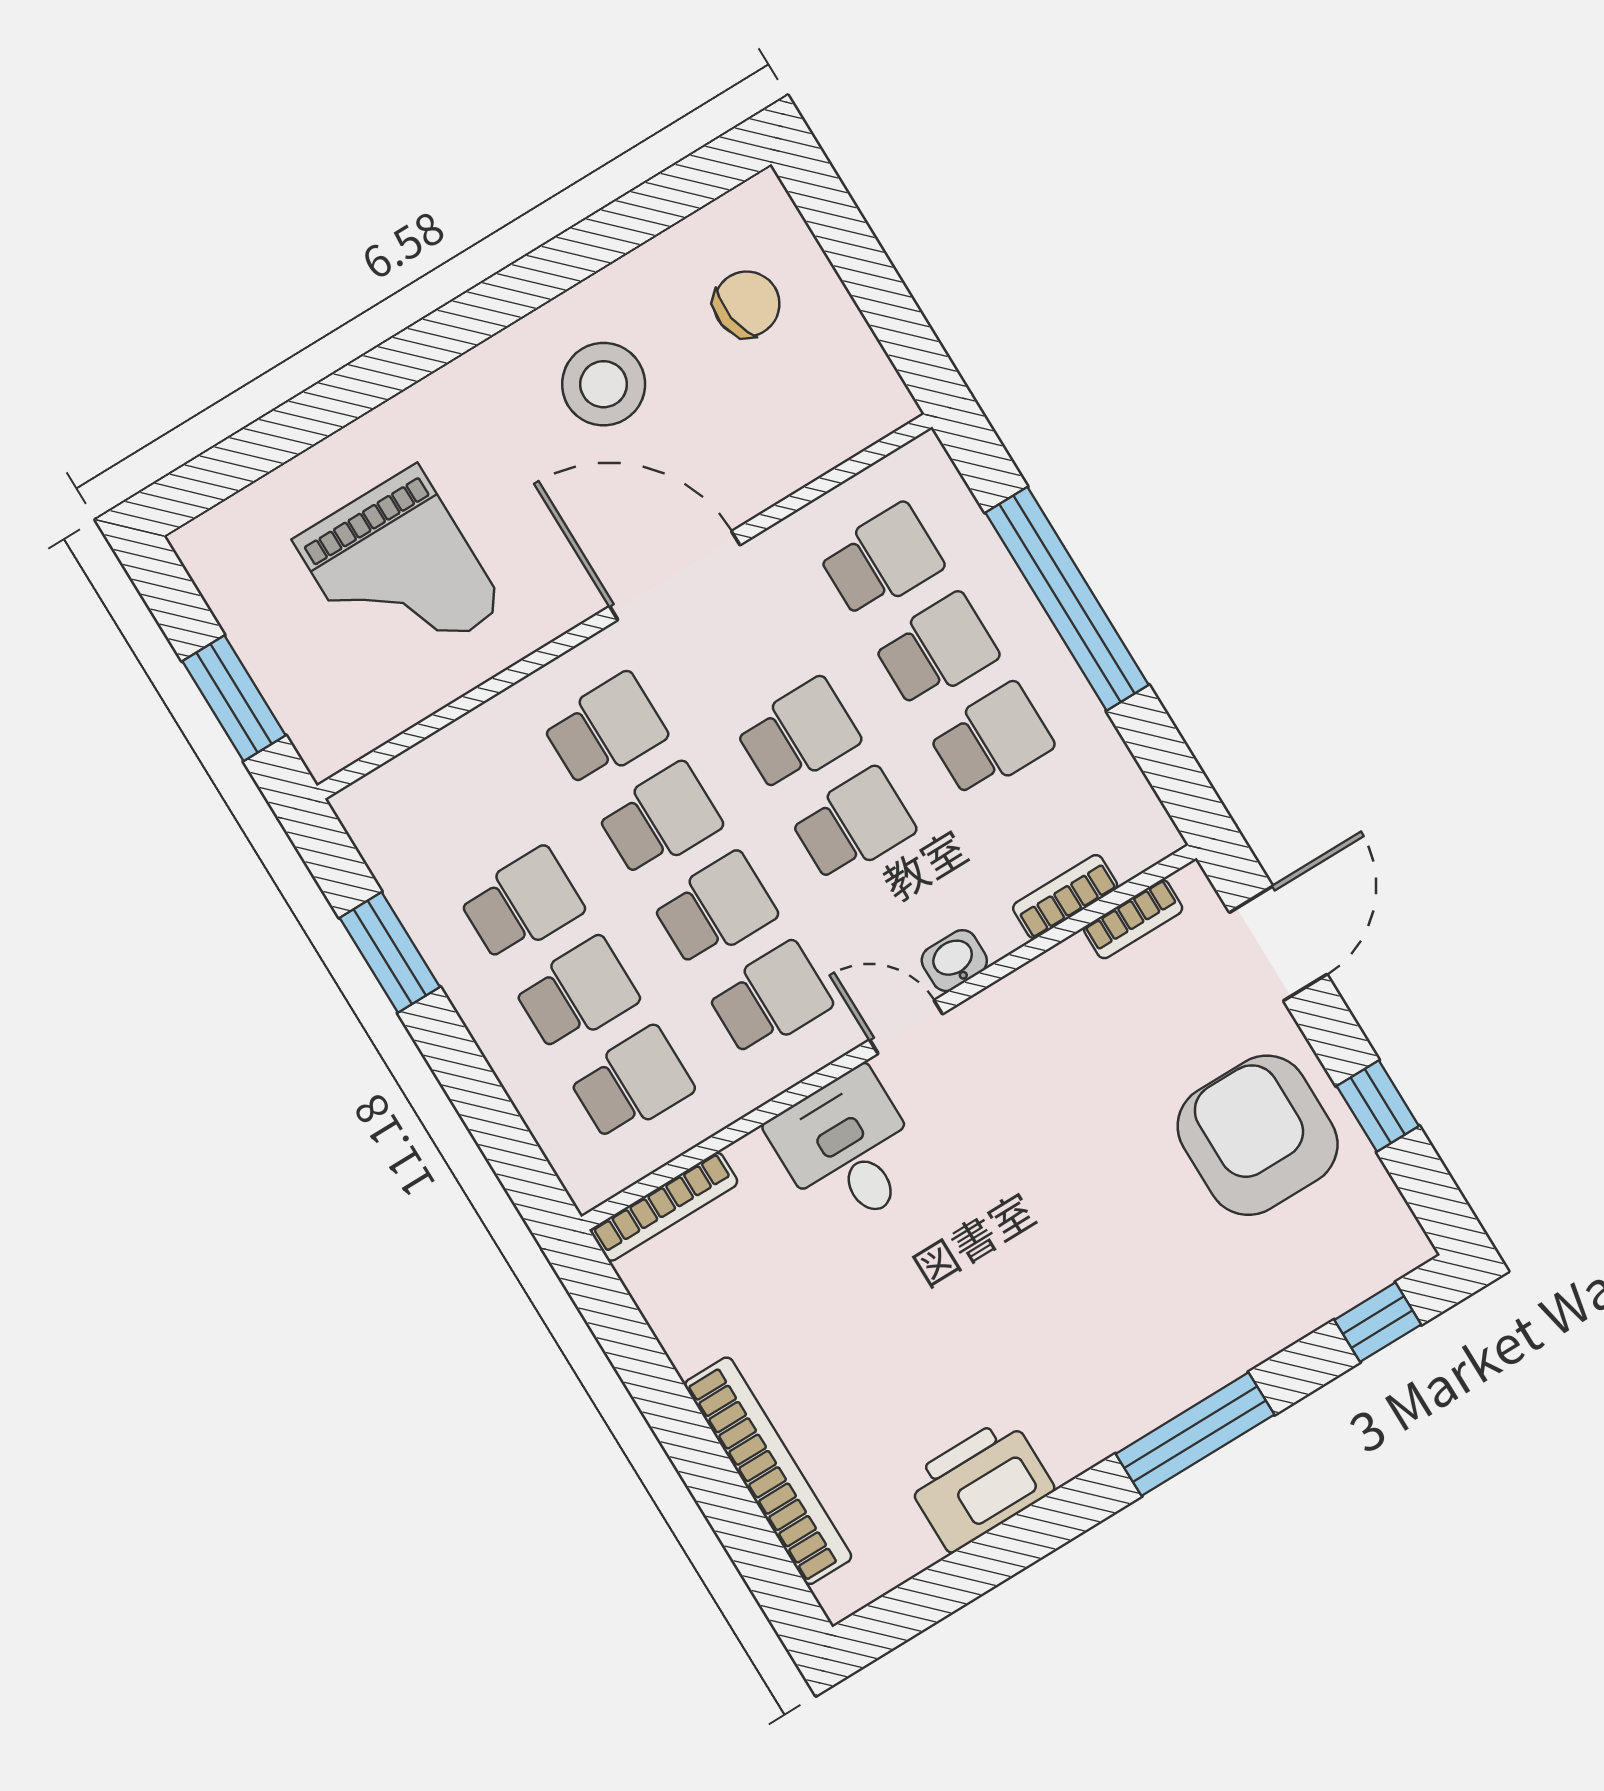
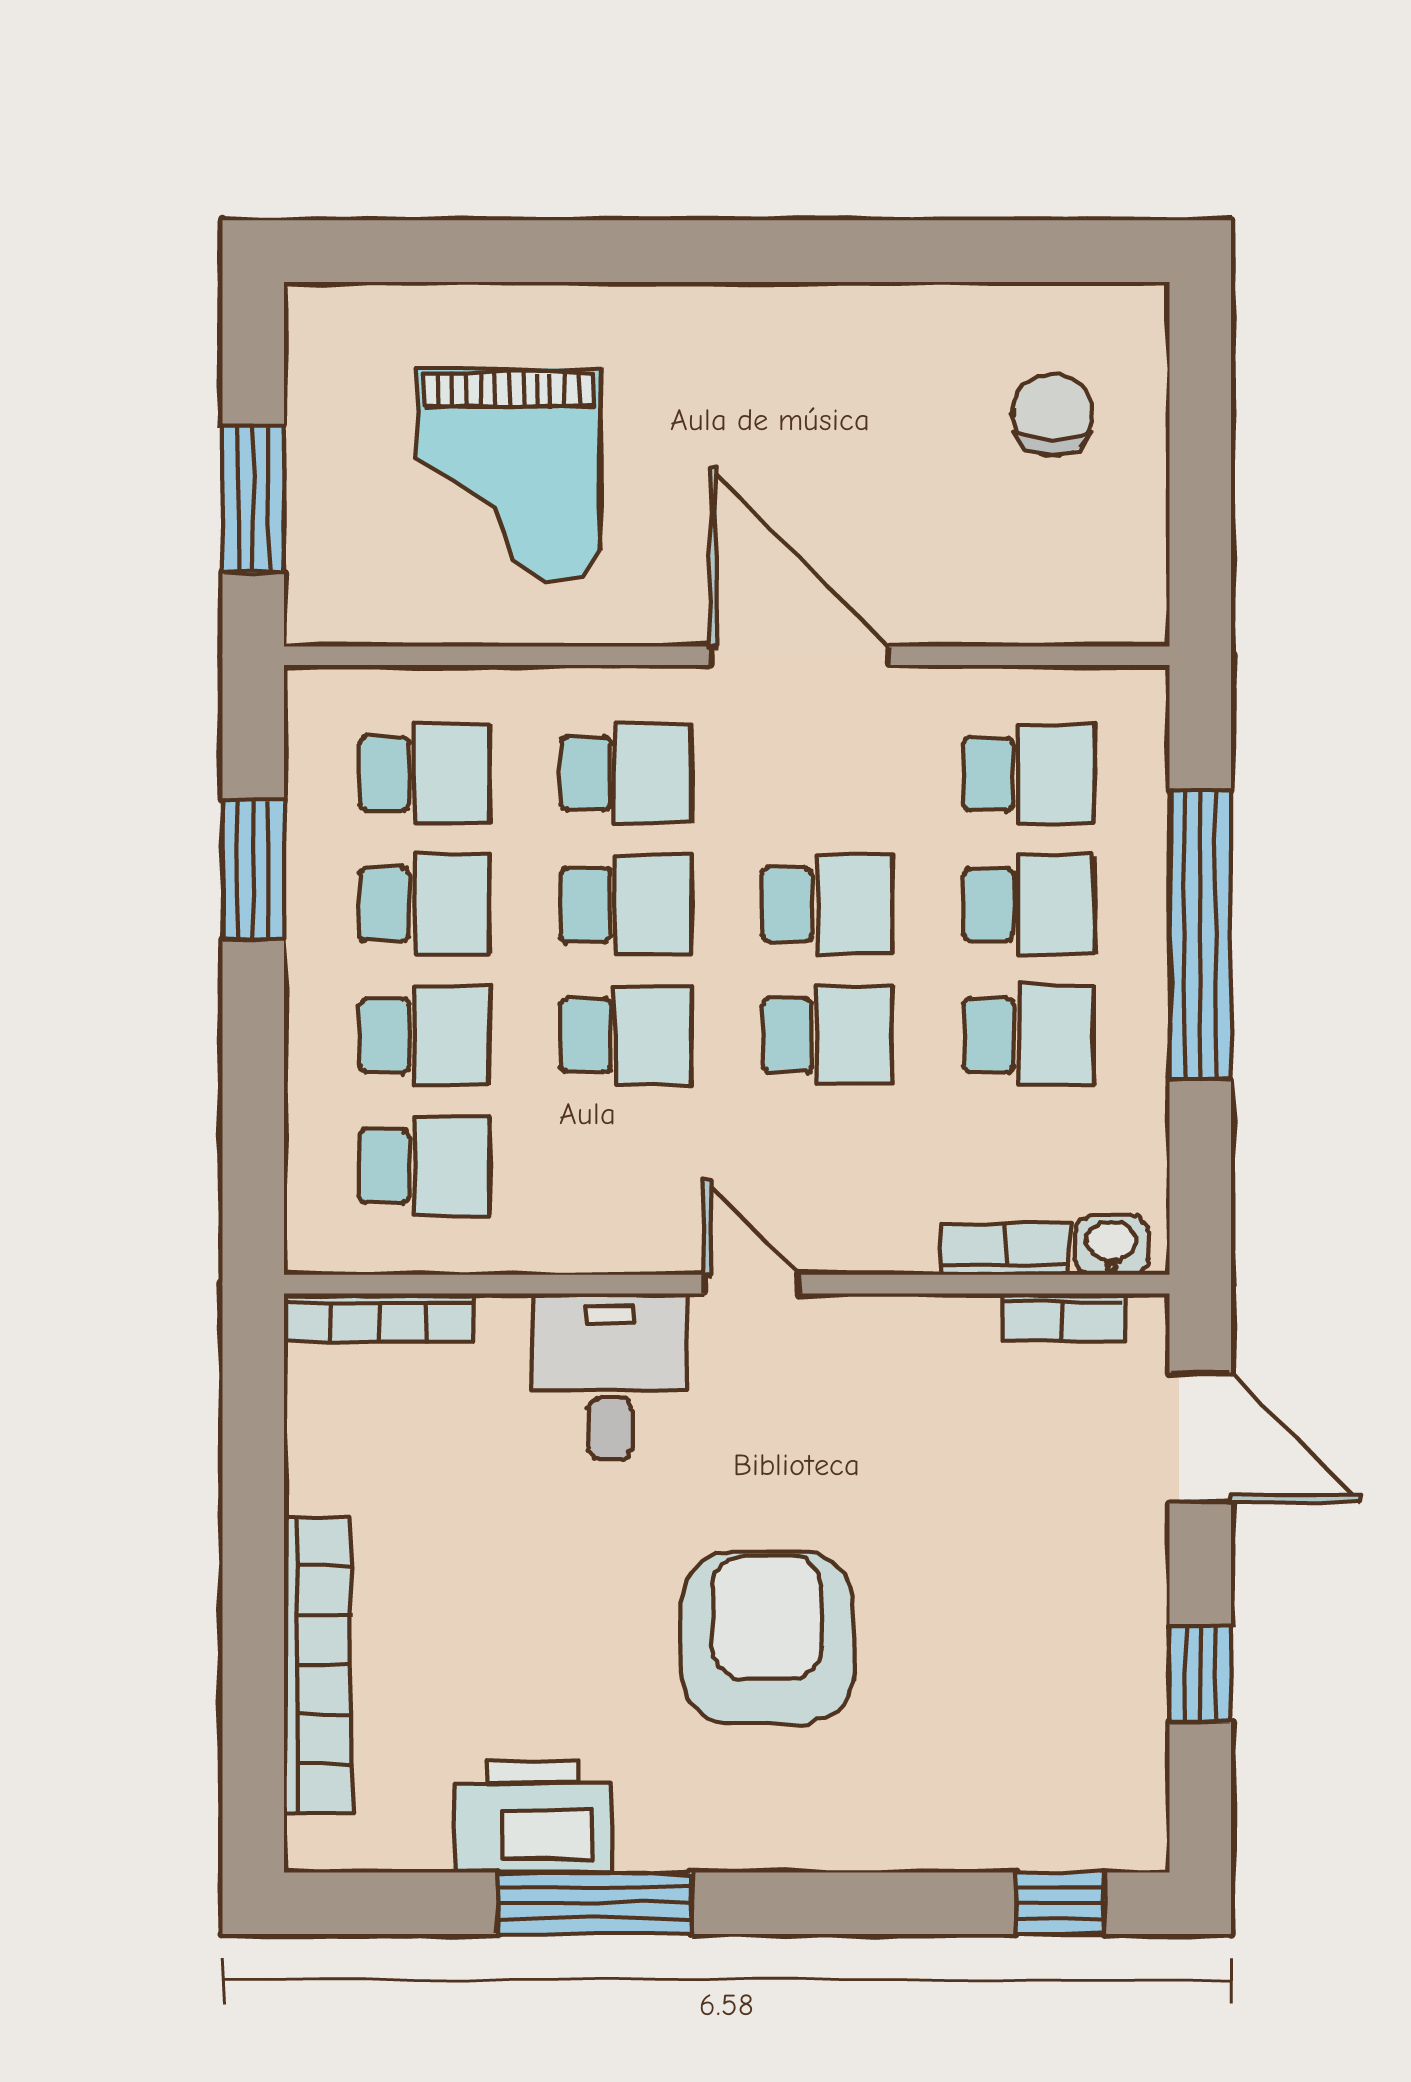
chair: (747, 304) -> (1052, 415), turned -82
stool: (604, 384) -> (849, 407), removed
door: (1278, 943) -> (1200, 1437), hinge flipped
washbasin: (954, 961) -> (1112, 1245), moved
school desk: (770, 999) -> (425, 774), moved
armchair: (1258, 1135) -> (767, 1638), moved
window: (1195, 1434) -> (594, 1903), moved

